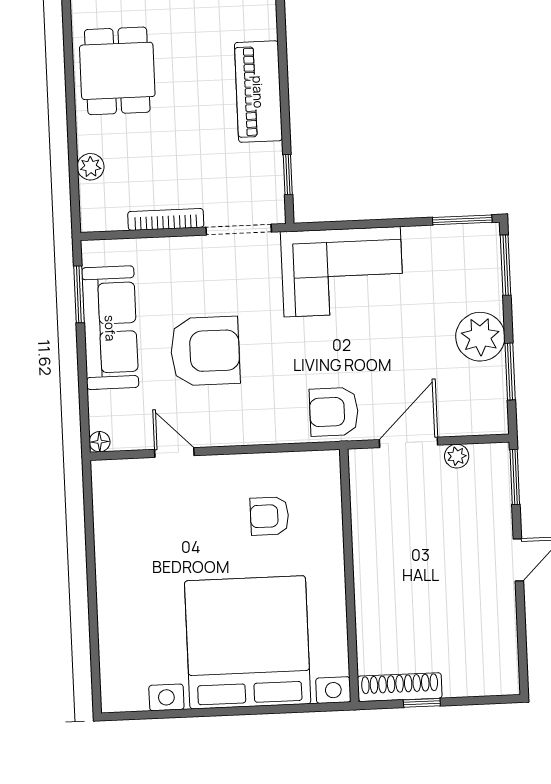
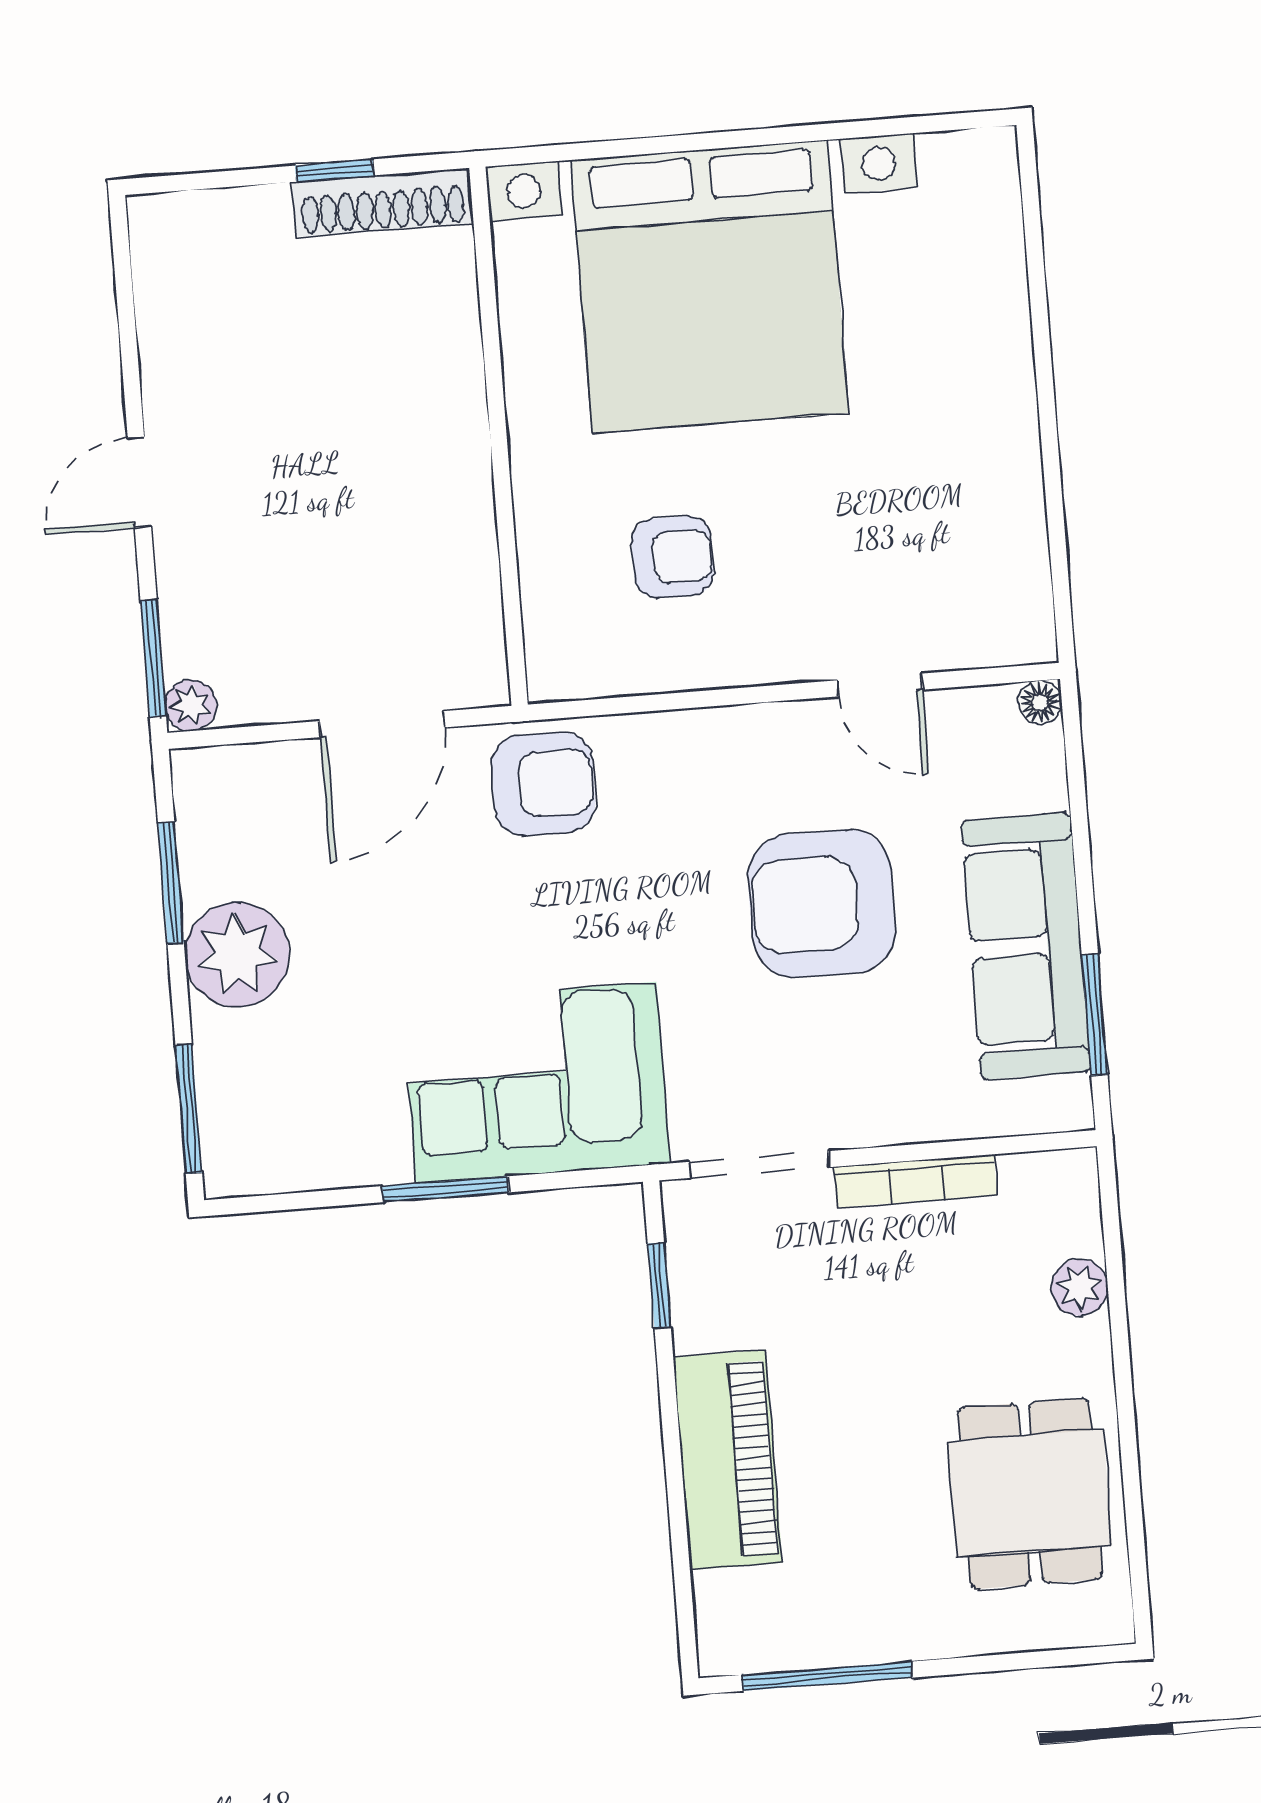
window: (462, 220) -> (445, 1189), moved
plant: (457, 456) -> (191, 705), moved

